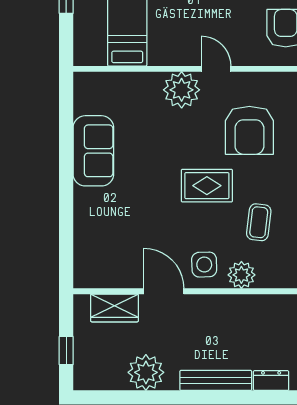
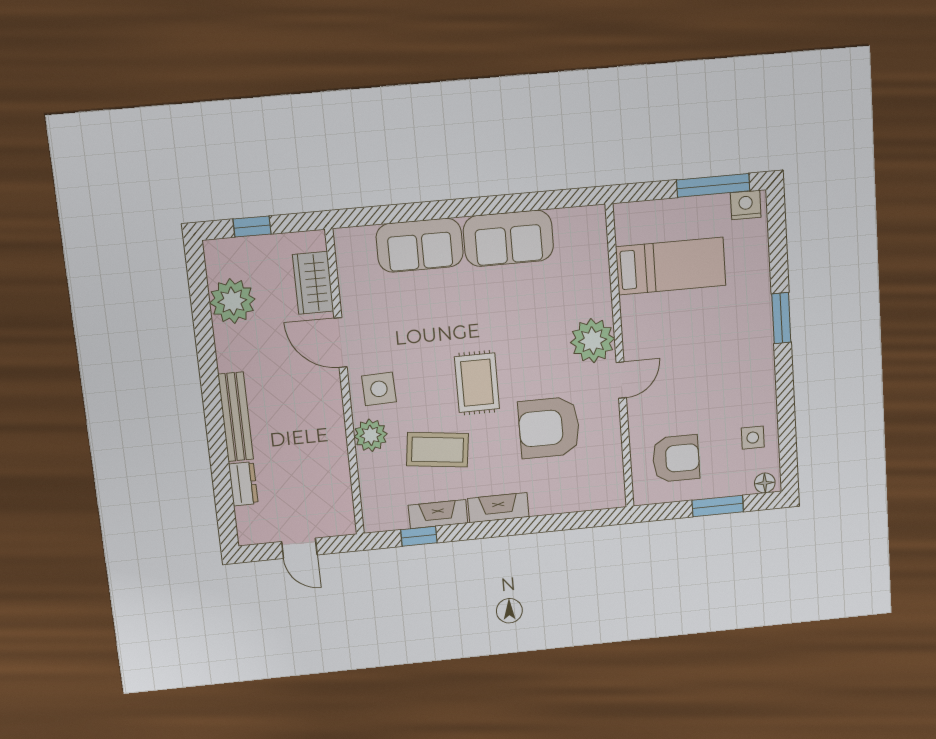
sofa: (92, 221) -> (420, 245), added
coffee table: (259, 222) -> (438, 450), width x1.36, depth x1.30
door: (164, 291) -> (341, 343), swing flipped
plant: (146, 372) -> (232, 301), moved

